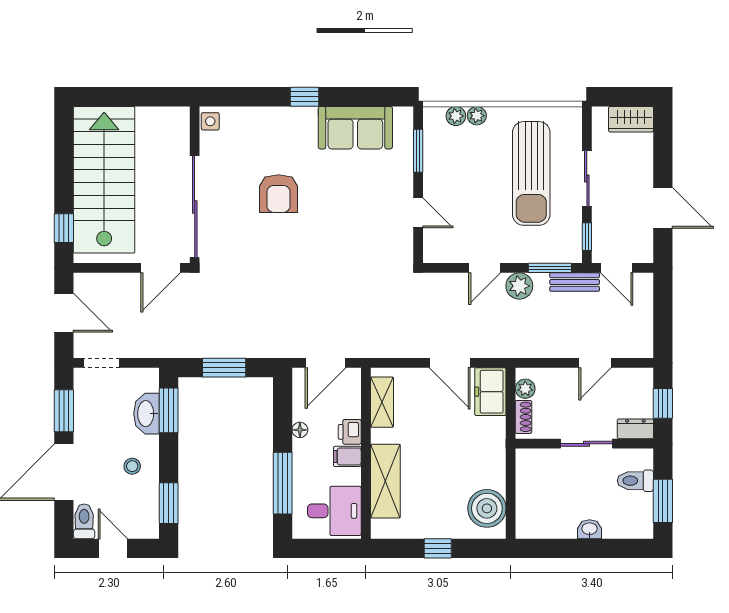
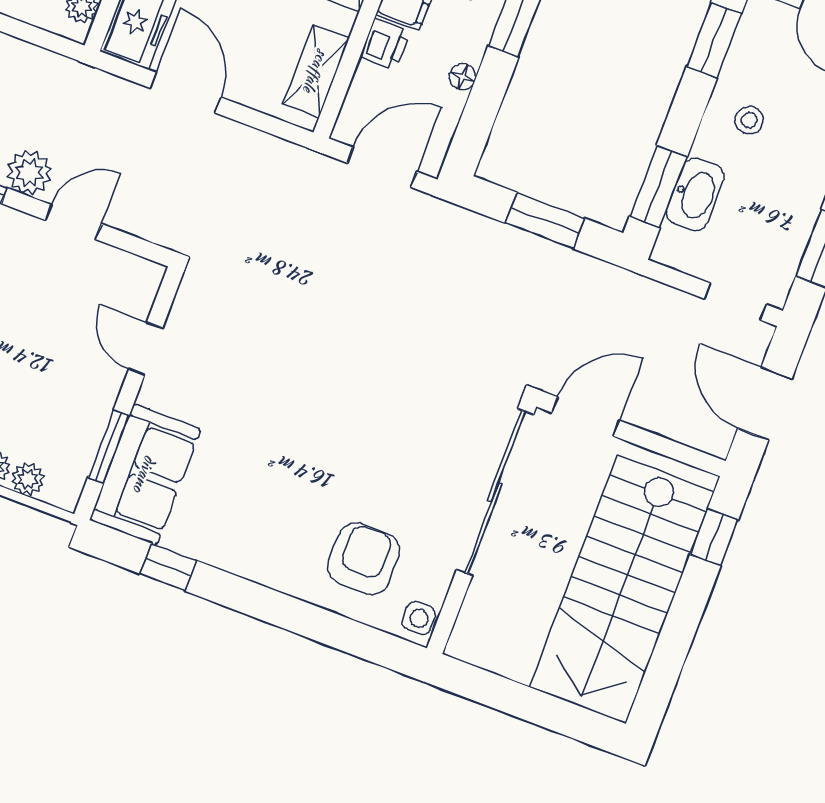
window: (305, 97) -> (168, 567), moved
sofa: (355, 128) -> (145, 474), moved, turned 90
armchair: (279, 194) -> (364, 559), moved

